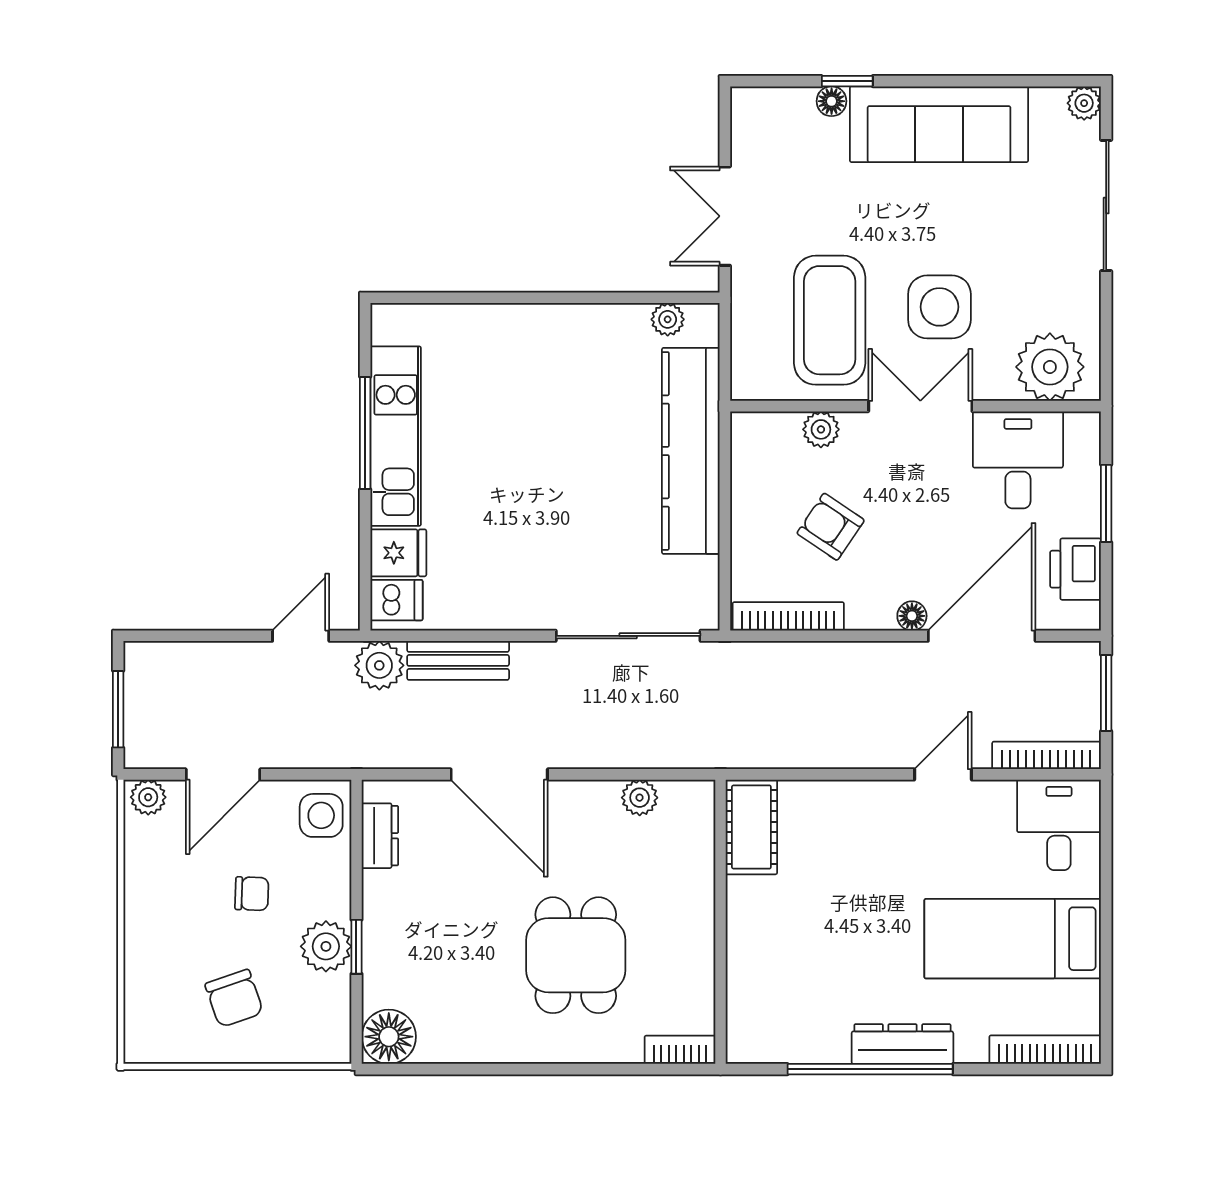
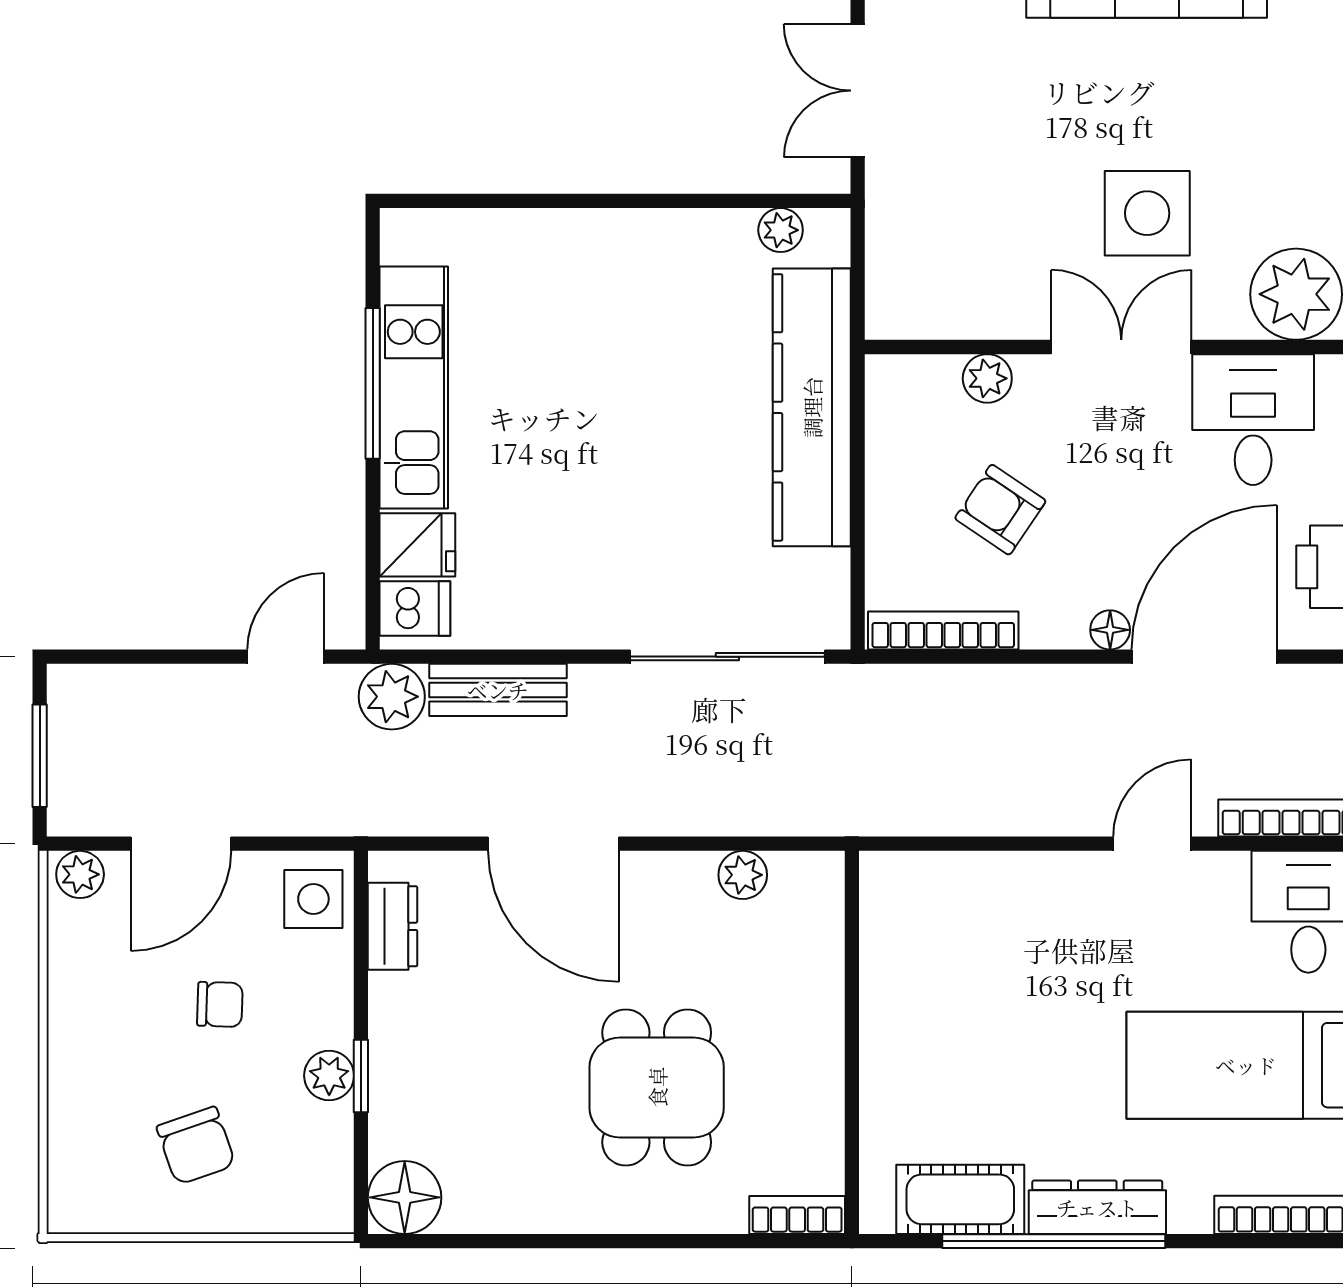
coffee table: (830, 320) -> (999, 231), removed
cot: (751, 827) -> (960, 1199), moved, turned 90
plant: (326, 946) -> (329, 1076), width x0.73, depth x0.73

